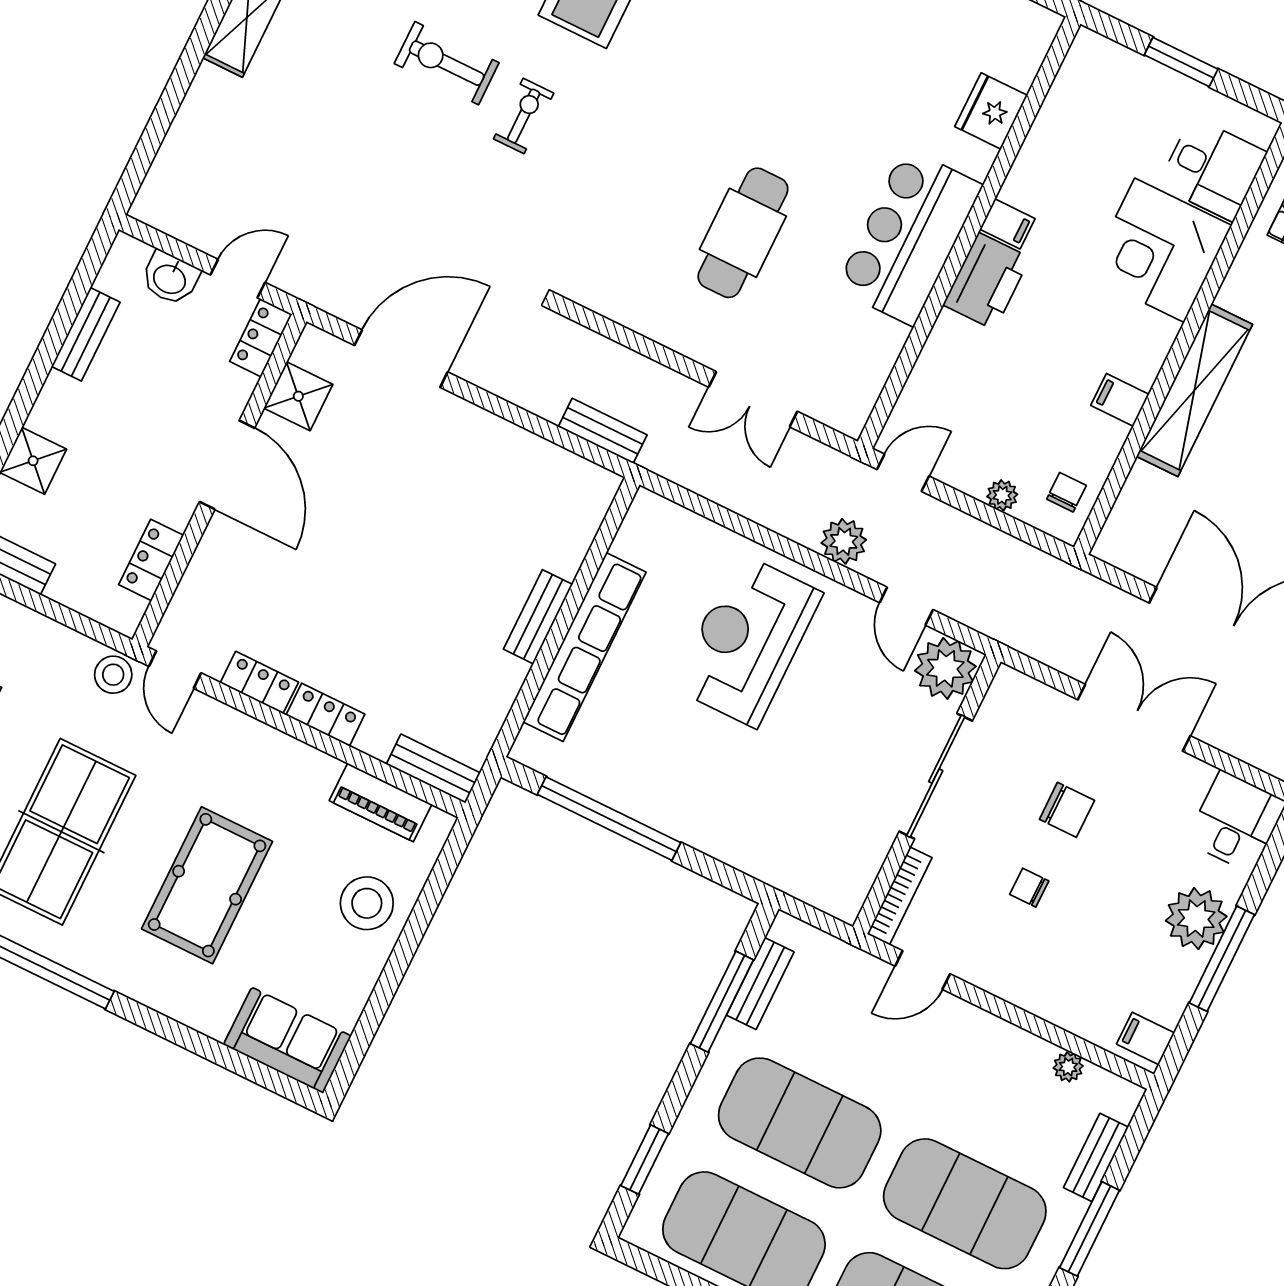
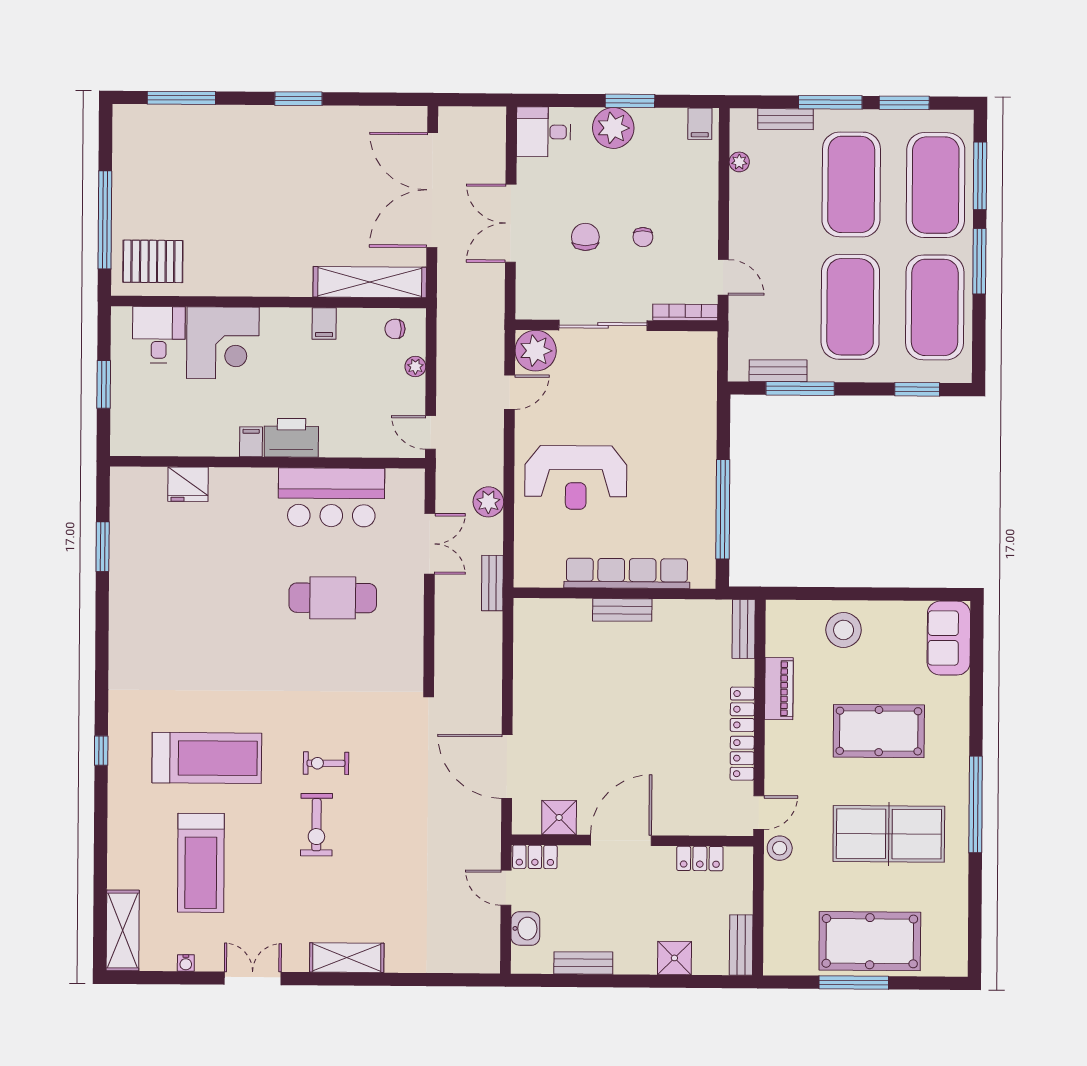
bar counter: (909, 237) -> (331, 497), moved
shelving: (1194, 390) -> (370, 282), moved
bench: (603, 431) -> (492, 583), moved
plant: (844, 541) -> (488, 502), moved
piano: (381, 803) -> (779, 689), moved
window: (1222, 959) -> (630, 101), width x0.69

